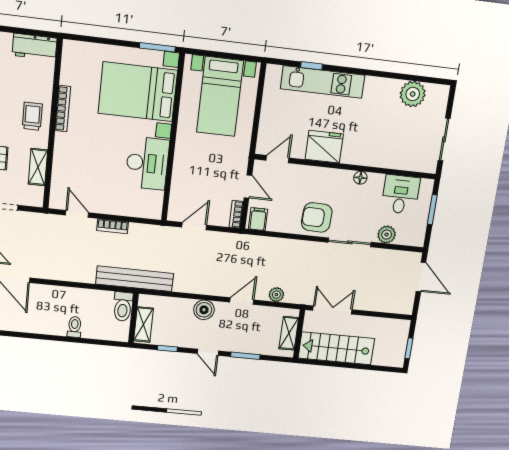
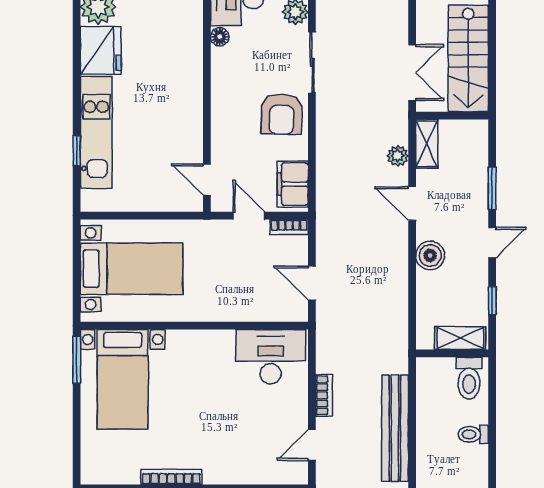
bed with nightstands: (138, 92) -> (123, 379), width x0.73
fridge: (324, 147) -> (101, 50), moved, turned 180
desk: (147, 163) -> (271, 357), moved
floor lamp: (360, 178) -> (220, 37), moved
door: (248, 187) -> (249, 216), hinge flipped
filing cabinet: (258, 219) -> (293, 184), width x2.00
bench: (135, 279) -> (395, 428), moved
toilet: (123, 307) -> (469, 378), moved, turned 90
double door: (332, 310) -> (412, 73), swing flipped
shelving: (289, 333) -> (427, 144), moved, turned 90

